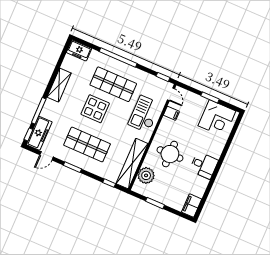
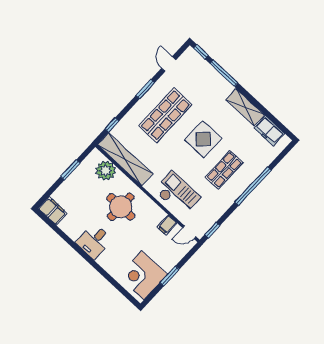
freezer: (79, 50) -> (269, 131), moved, turned -90
shop shelf: (113, 84) -> (224, 170), width x0.70, depth x0.74
freezer: (39, 133) -> (198, 65), removed

